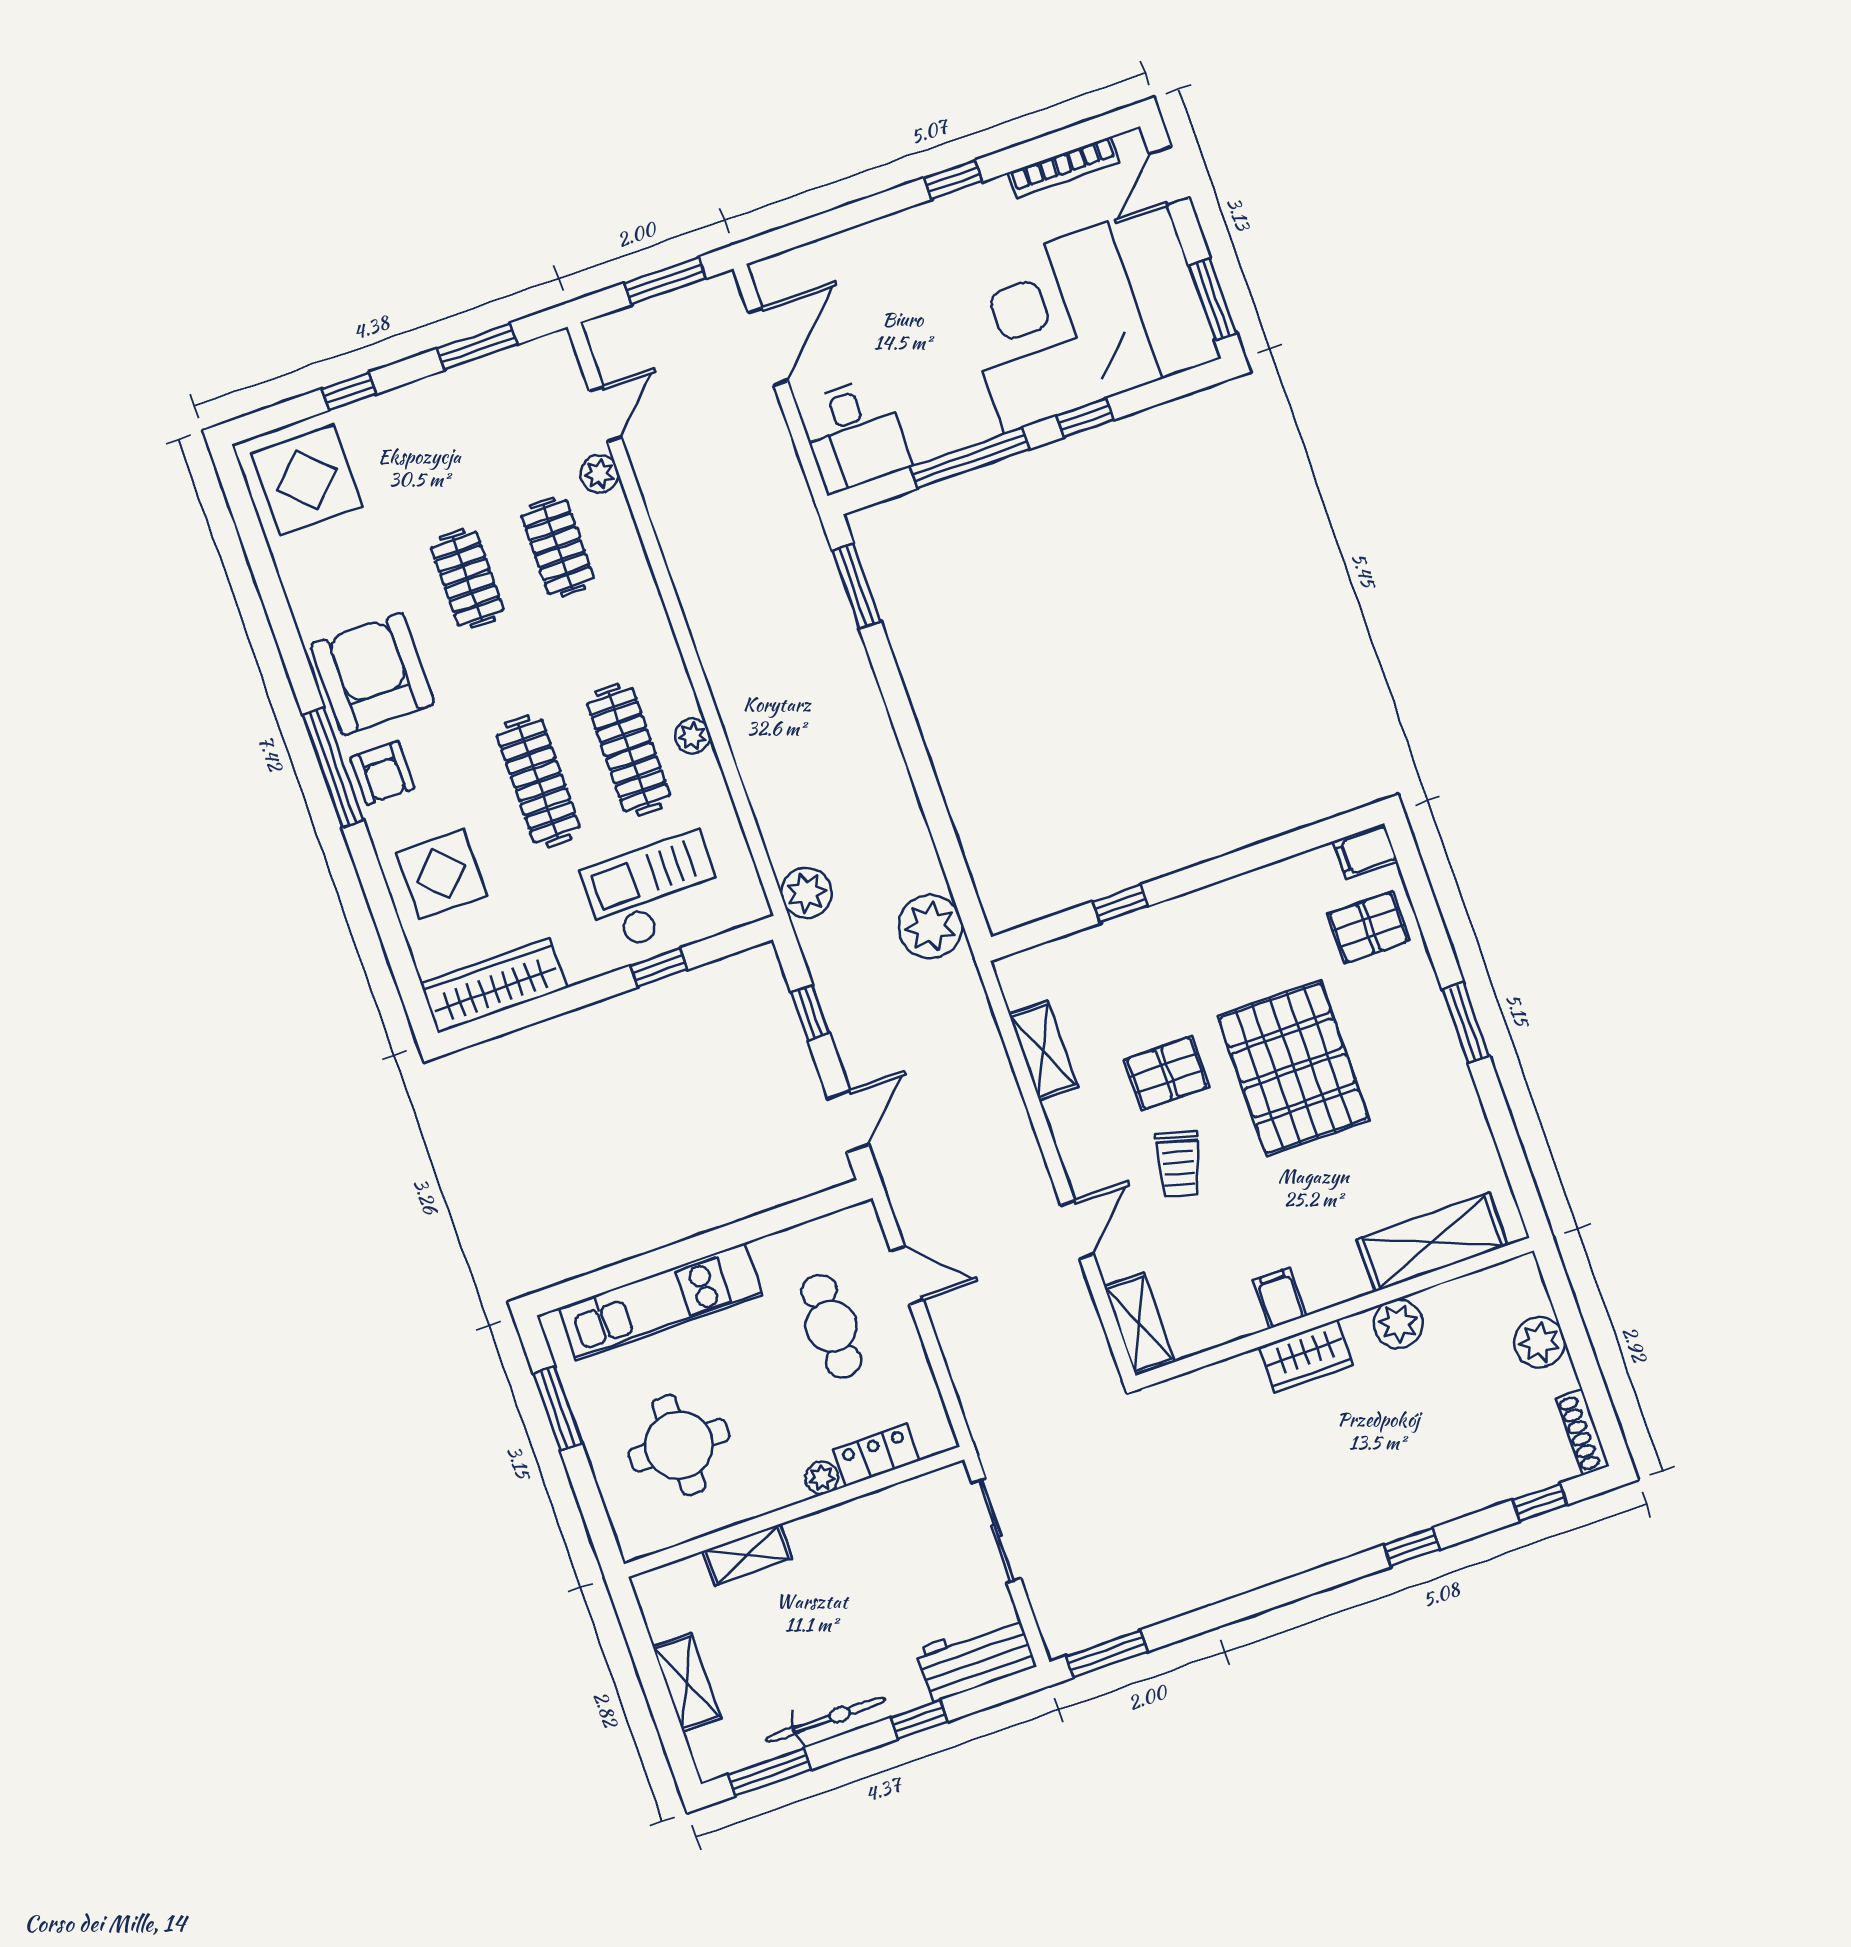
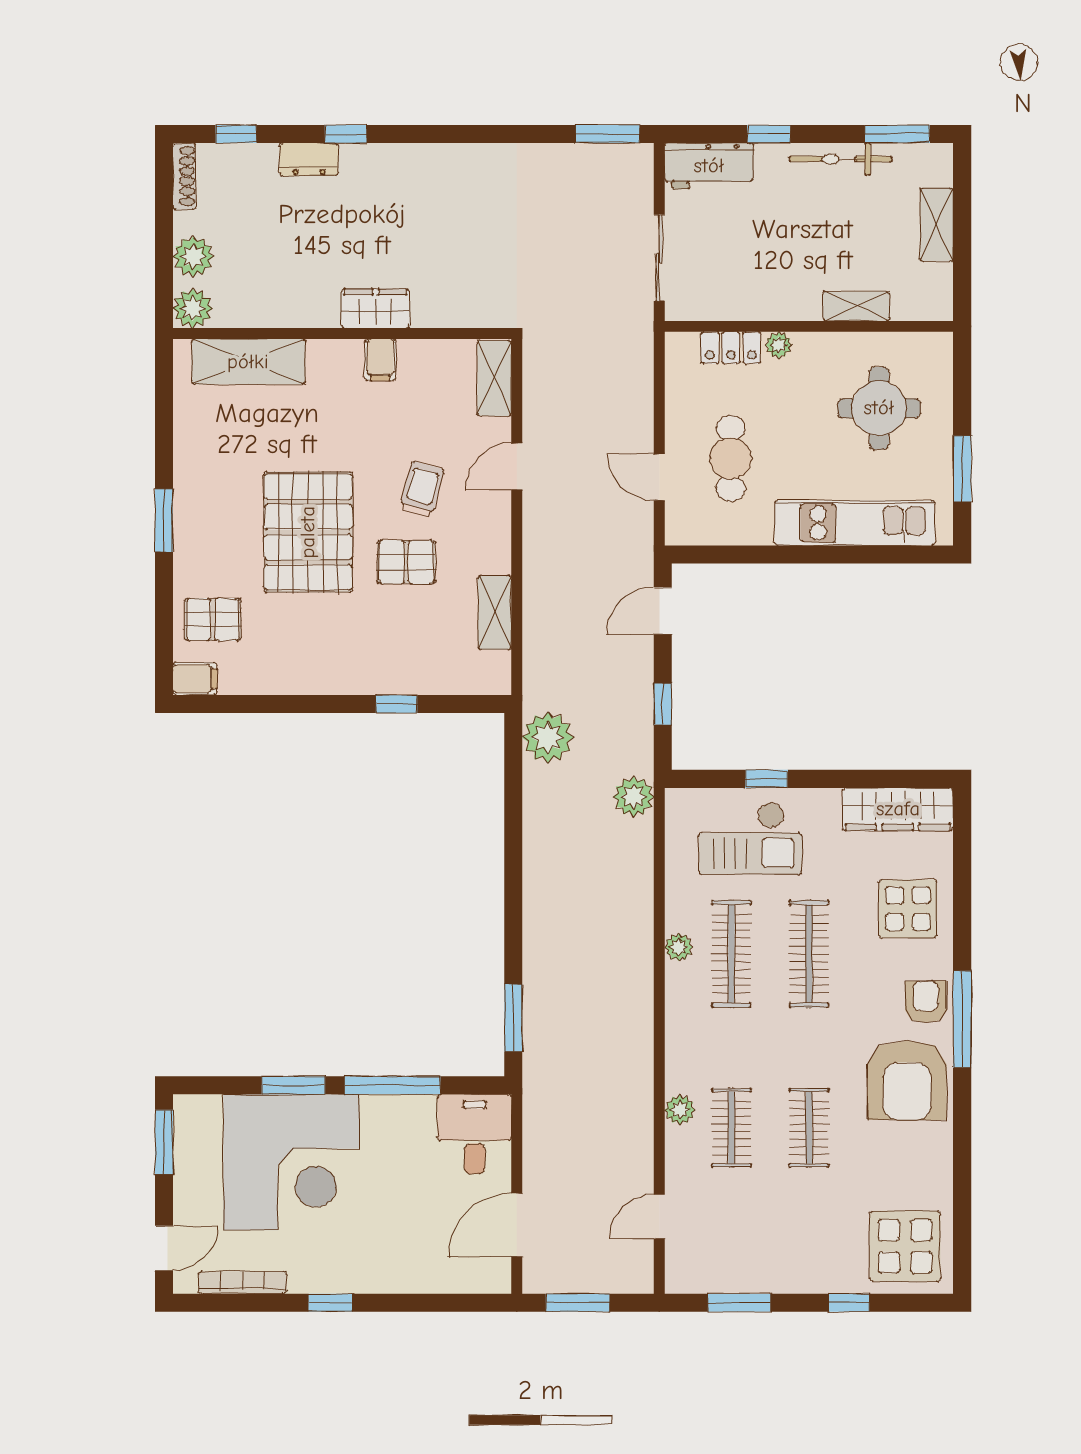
window: (1085, 418) -> (293, 1085), width x1.50
plant: (599, 474) -> (680, 1110), moved
plant: (1398, 1324) -> (193, 308), moved
dresser: (1444, 1502) -> (309, 159), added

